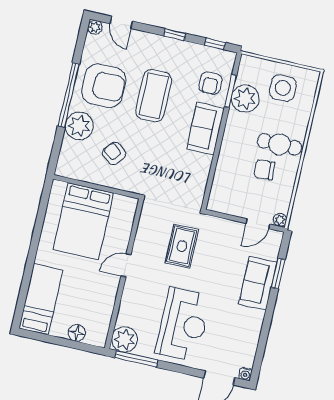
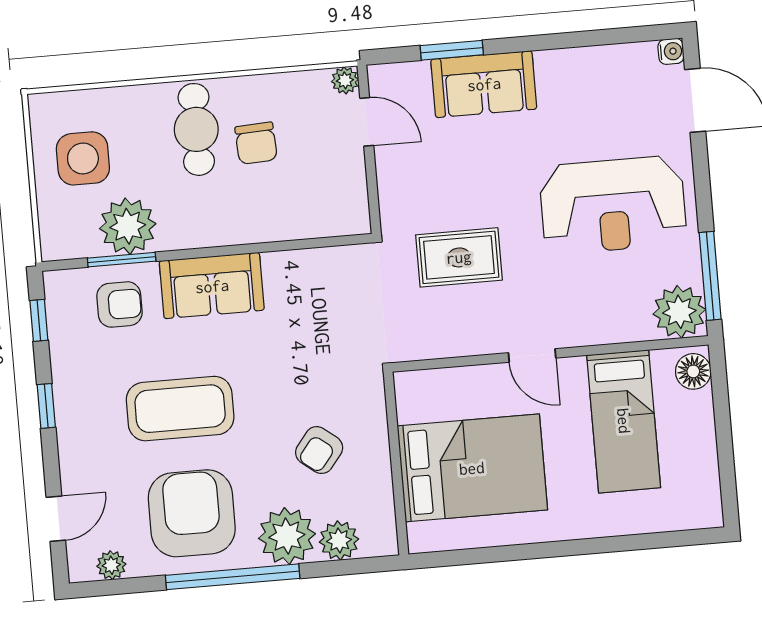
plant: (95, 27) -> (111, 565), moved
plant: (70, 149) -> (339, 540), added
bed: (41, 299) -> (624, 421), moved, turned -90
reception desk: (183, 325) -> (613, 205), turned 180
floor lamp: (77, 333) -> (693, 371), moved

